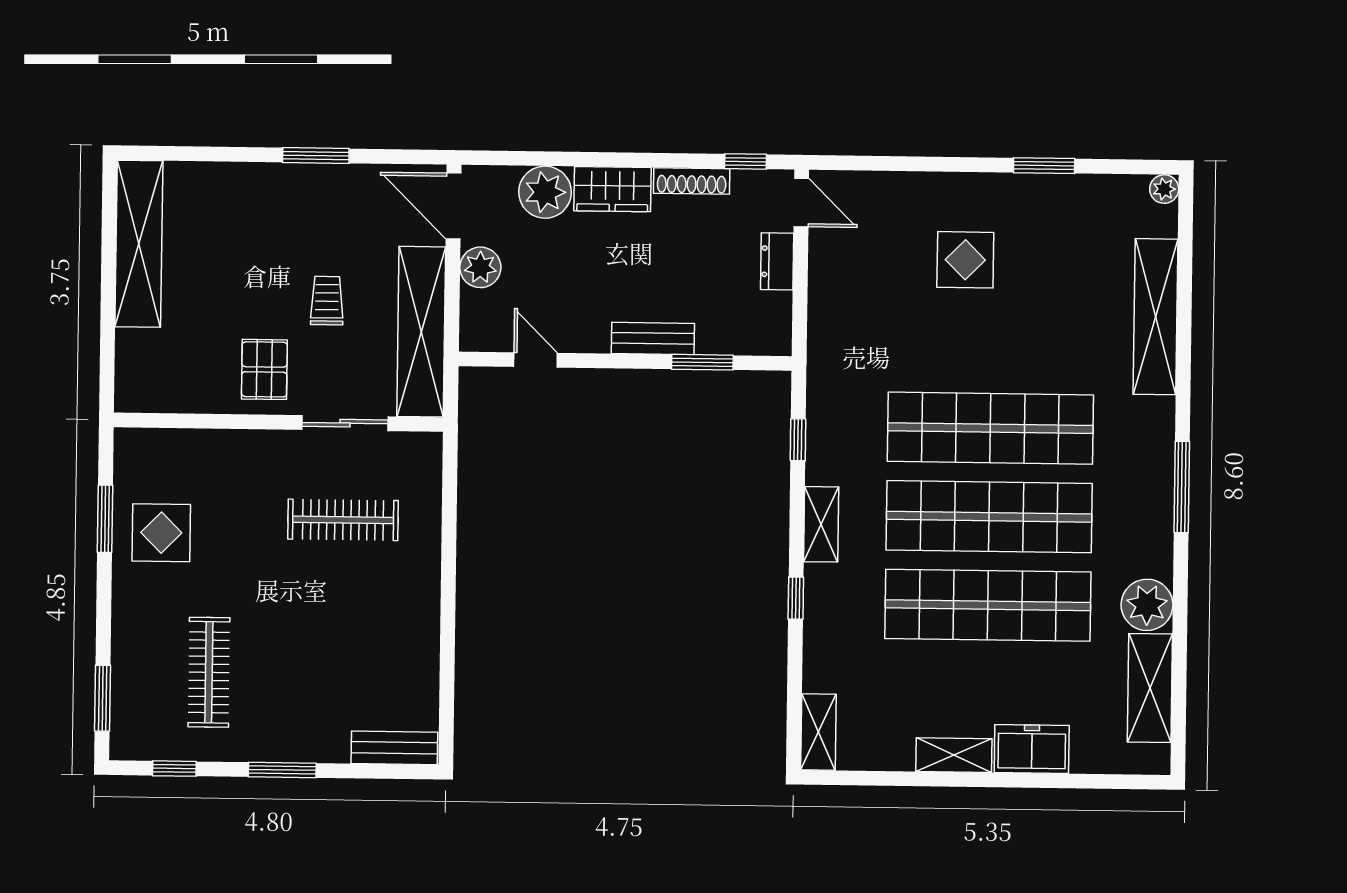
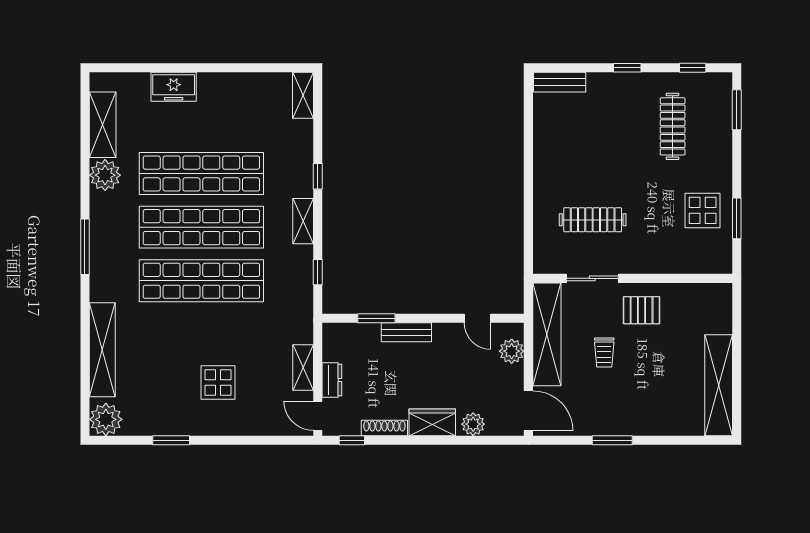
plant: (1164, 189) -> (106, 419), width x1.87, depth x1.87
plant: (545, 192) -> (473, 424), width x0.73, depth x0.73
plant: (480, 267) -> (512, 351), moved
pallet: (264, 369) -> (642, 310), turned 90
shelving: (954, 755) -> (303, 368), moved, turned 90
window: (282, 770) -> (627, 68), width x0.67

